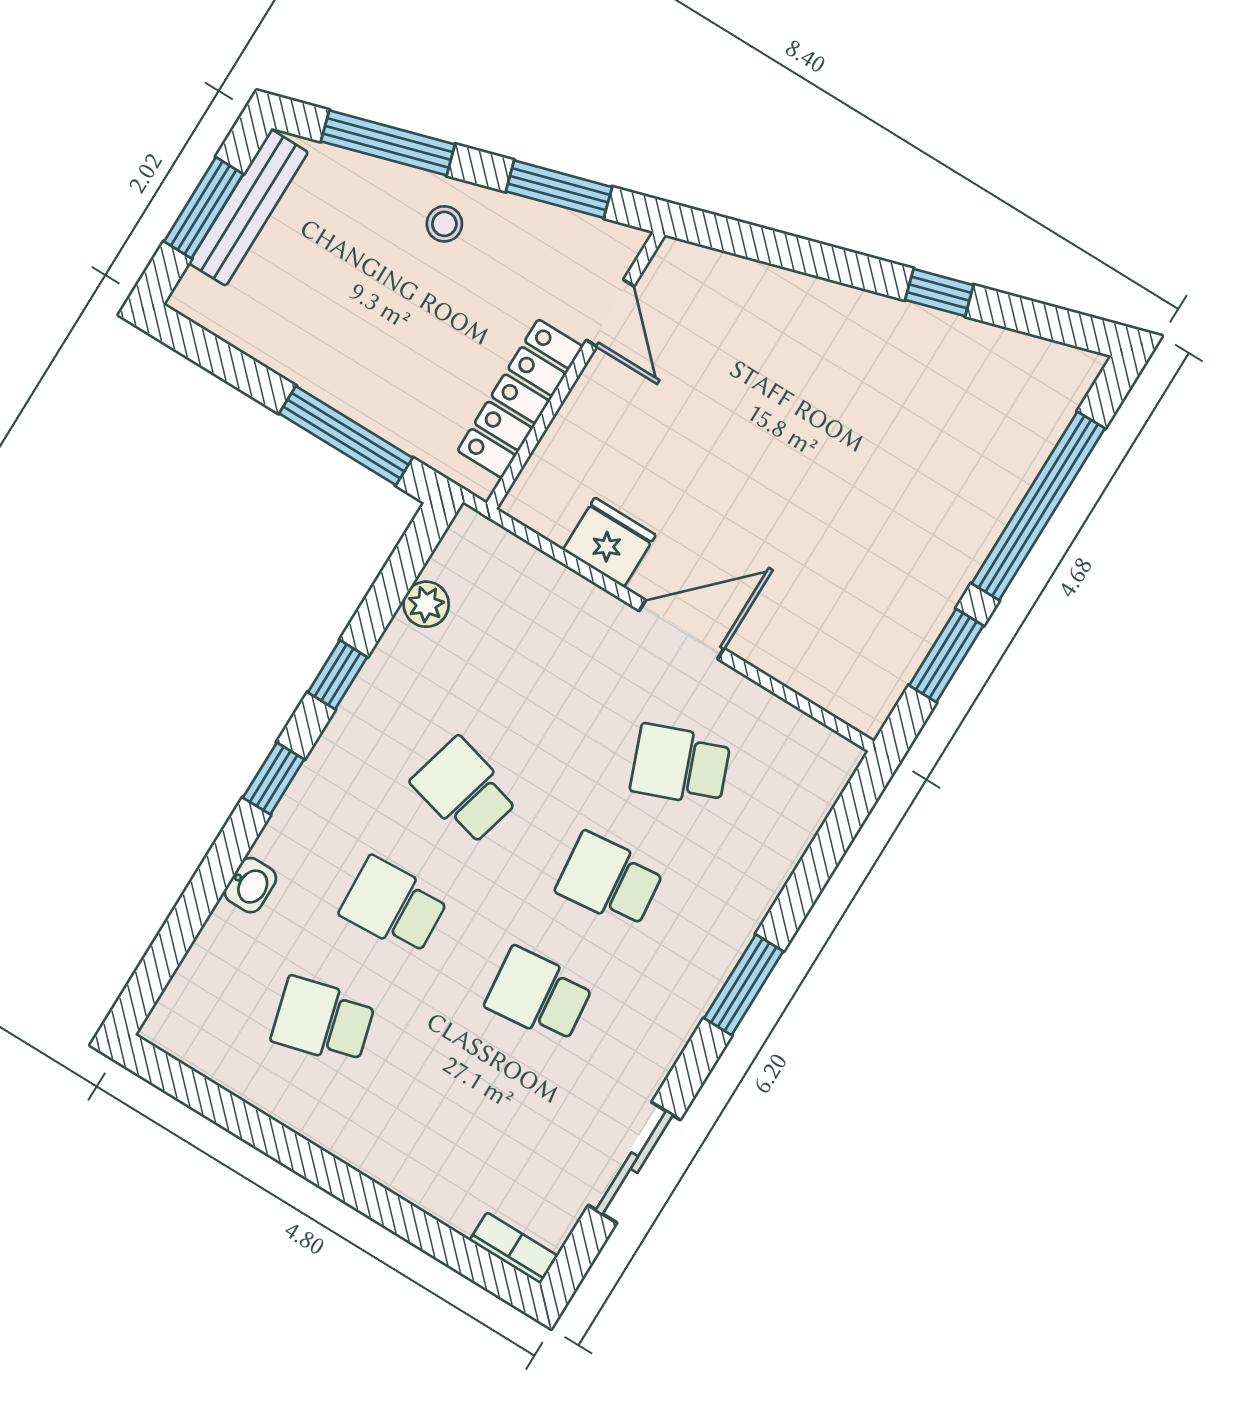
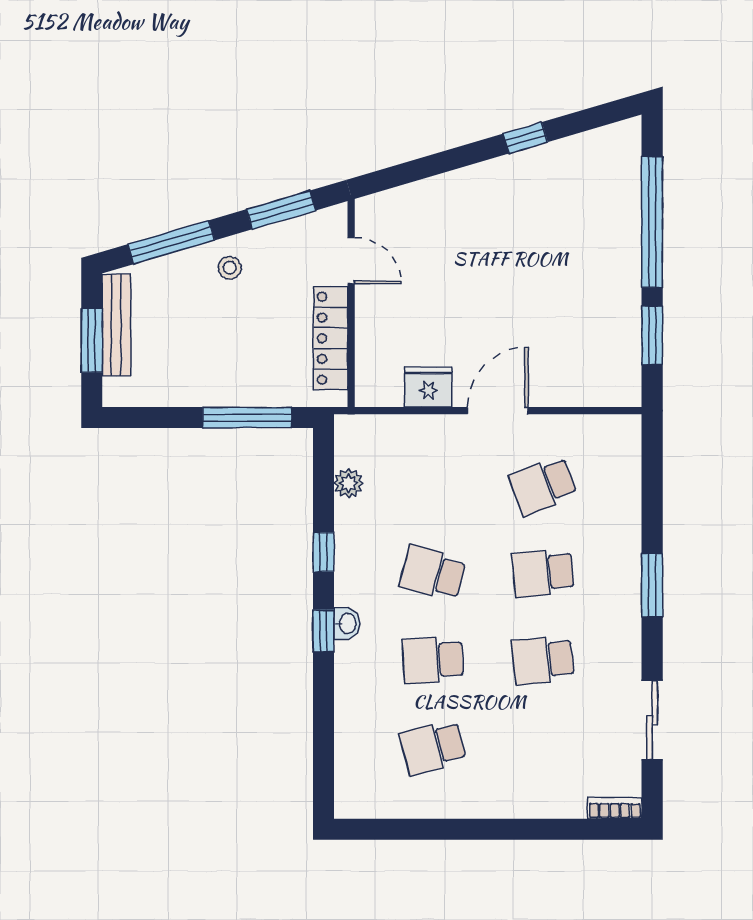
washbasin: (250, 885) -> (347, 623), moved

